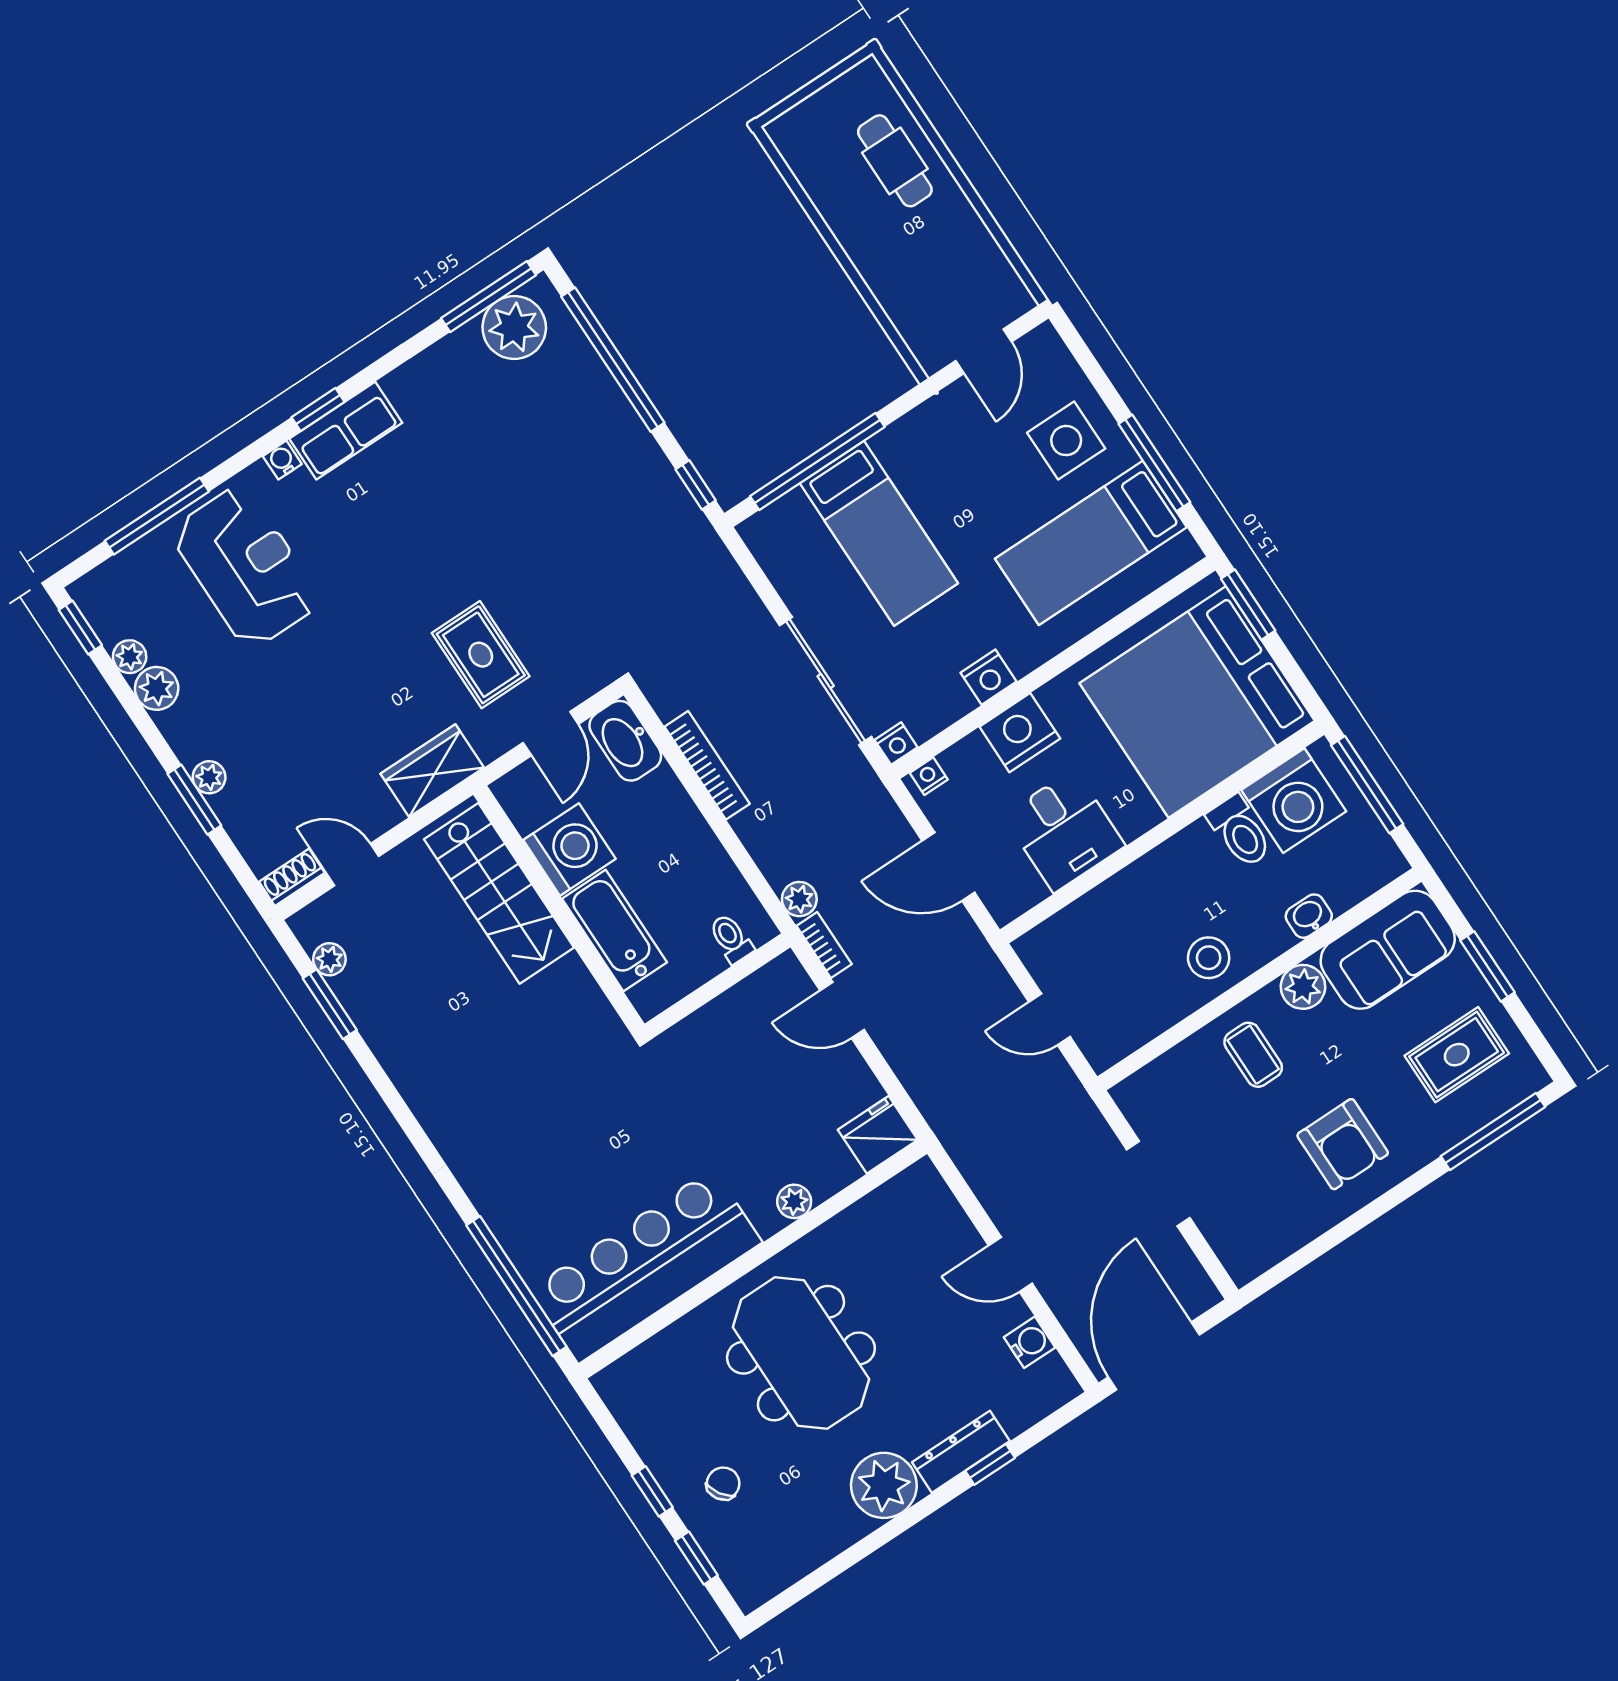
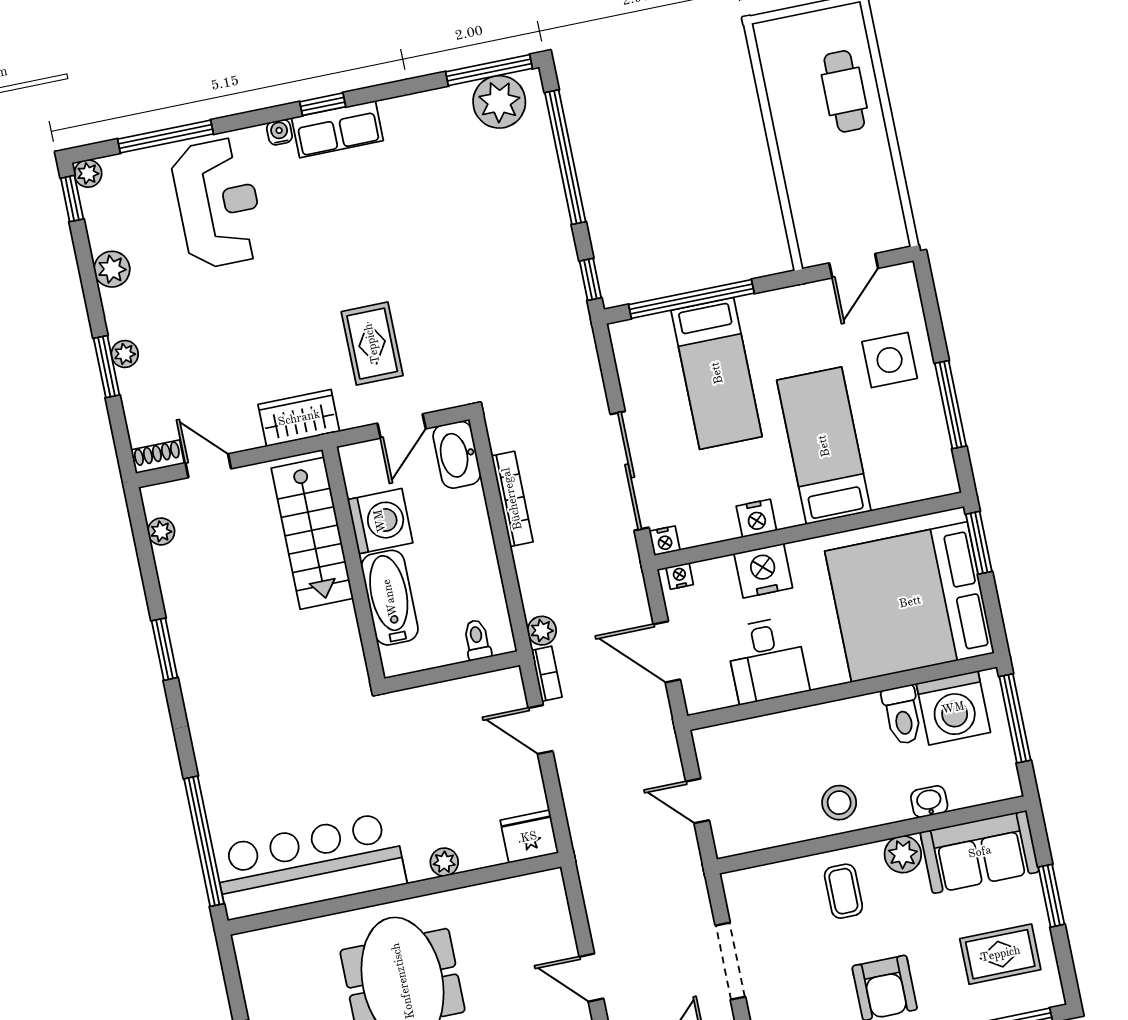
bed: (1091, 543) -> (824, 446), moved, turned 90
plant: (130, 657) -> (88, 173), moved
window: (330, 1004) -> (165, 649), moved

